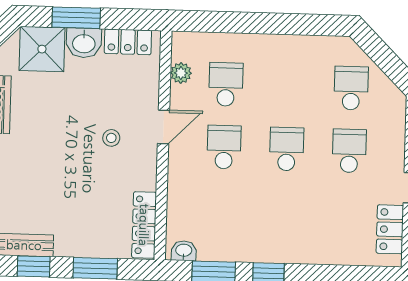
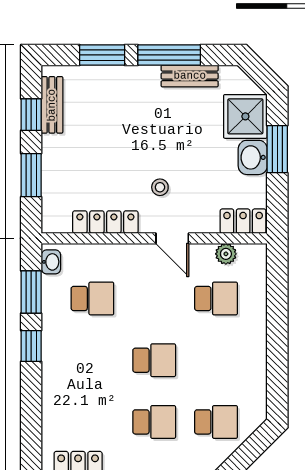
locker: (128, 42) -> (243, 221), moved, turned 90
school desk: (224, 147) -> (92, 298), moved
locker: (144, 225) -> (105, 222), moved

